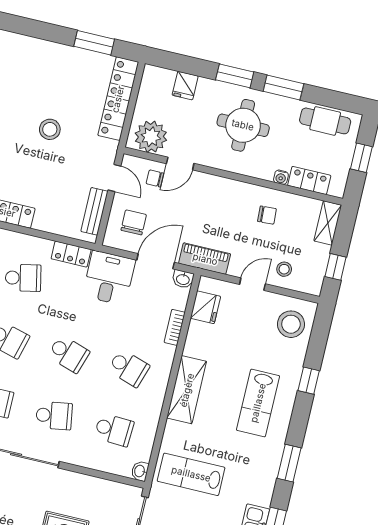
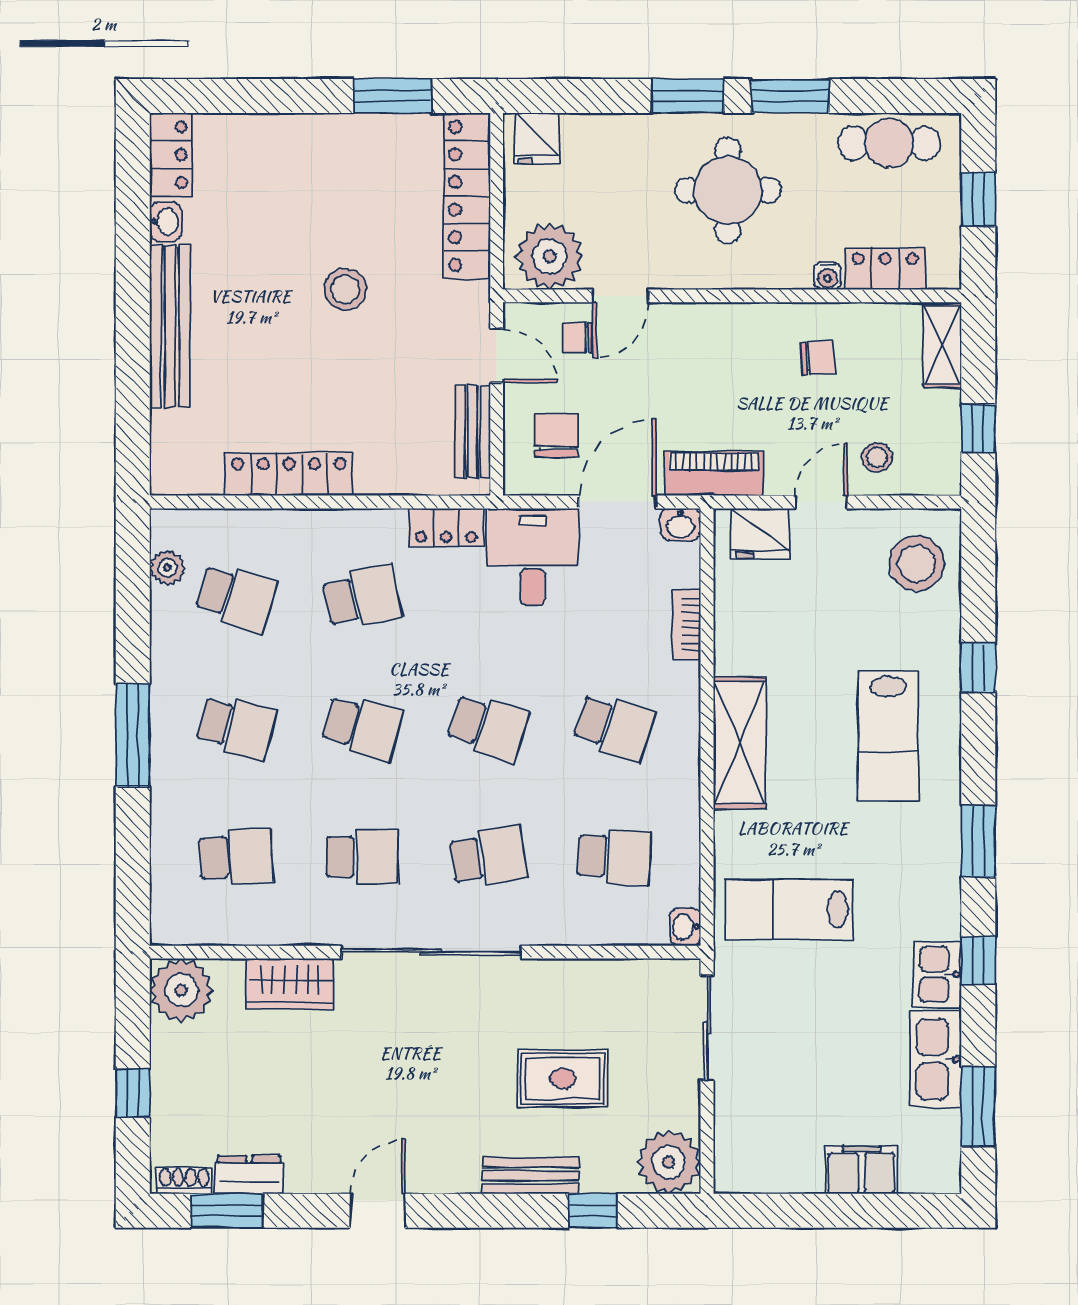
fridge: (185, 86) -> (537, 138), moved
fridge: (205, 307) -> (760, 533), moved, turned 90

